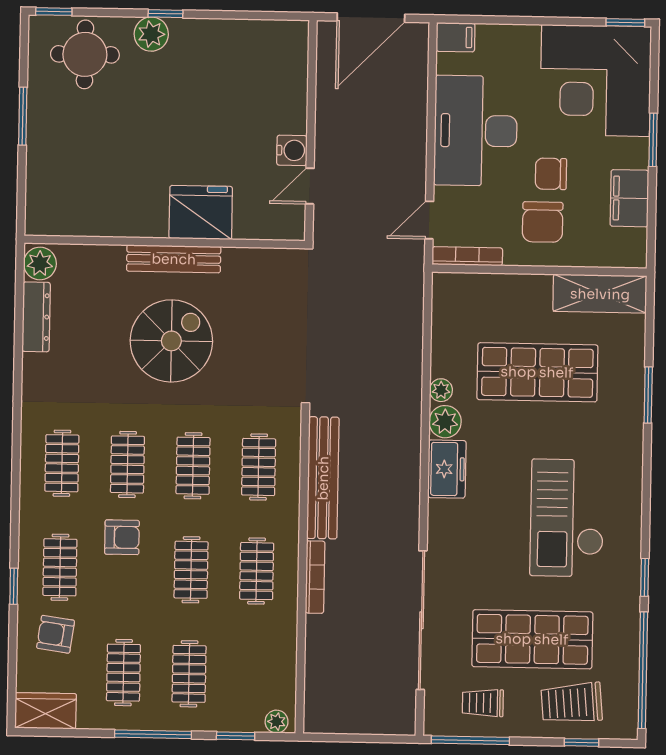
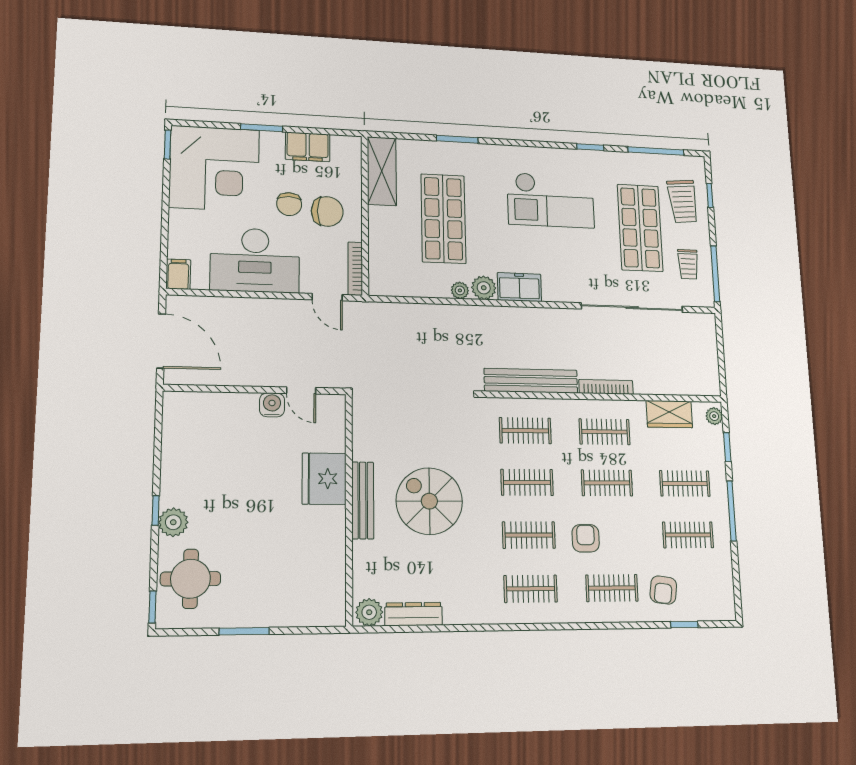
window: (14, 586) -> (684, 625), moved
window: (643, 670) -> (656, 151), width x0.68
wardrobe: (46, 711) -> (669, 414), moved, turned -90

